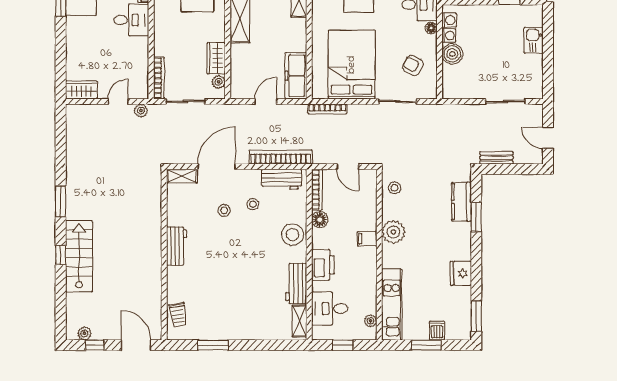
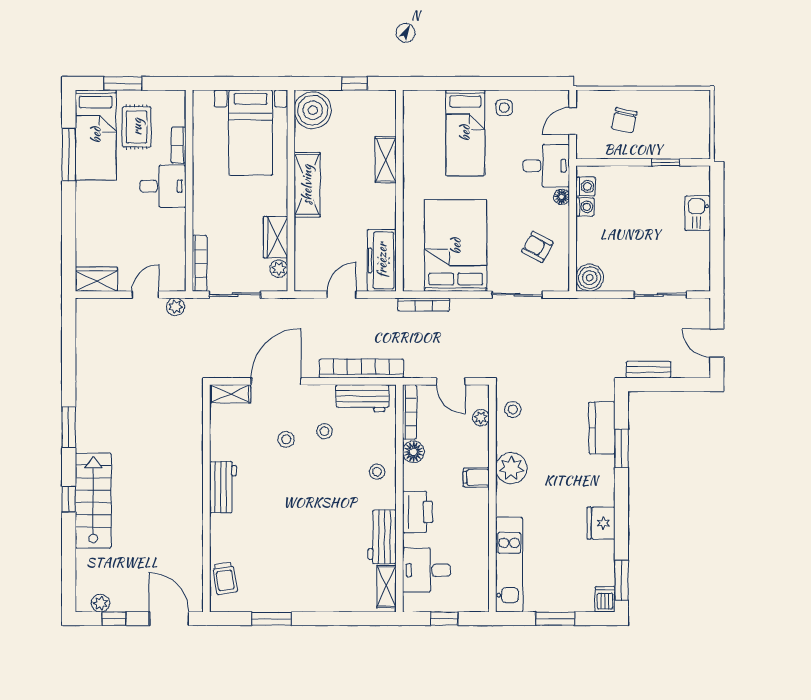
boiler: (452, 54) -> (590, 278), moved
stool: (292, 235) -> (377, 472), width x0.53, depth x0.53
plant: (371, 321) -> (481, 418), moved
dishwasher: (437, 331) -> (605, 599), moved

